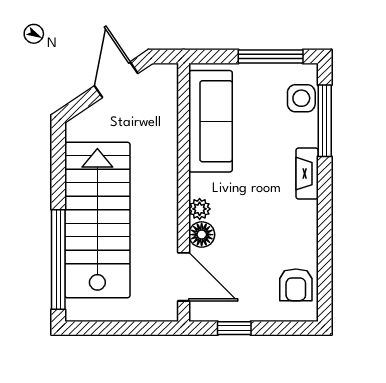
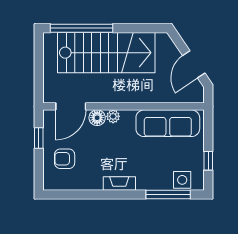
window: (271, 56) -> (208, 161), width x0.46
door: (116, 80) -> (194, 64), swing flipped
fireplace: (307, 174) -> (119, 184), moved
armchair: (296, 285) -> (65, 159), moved

